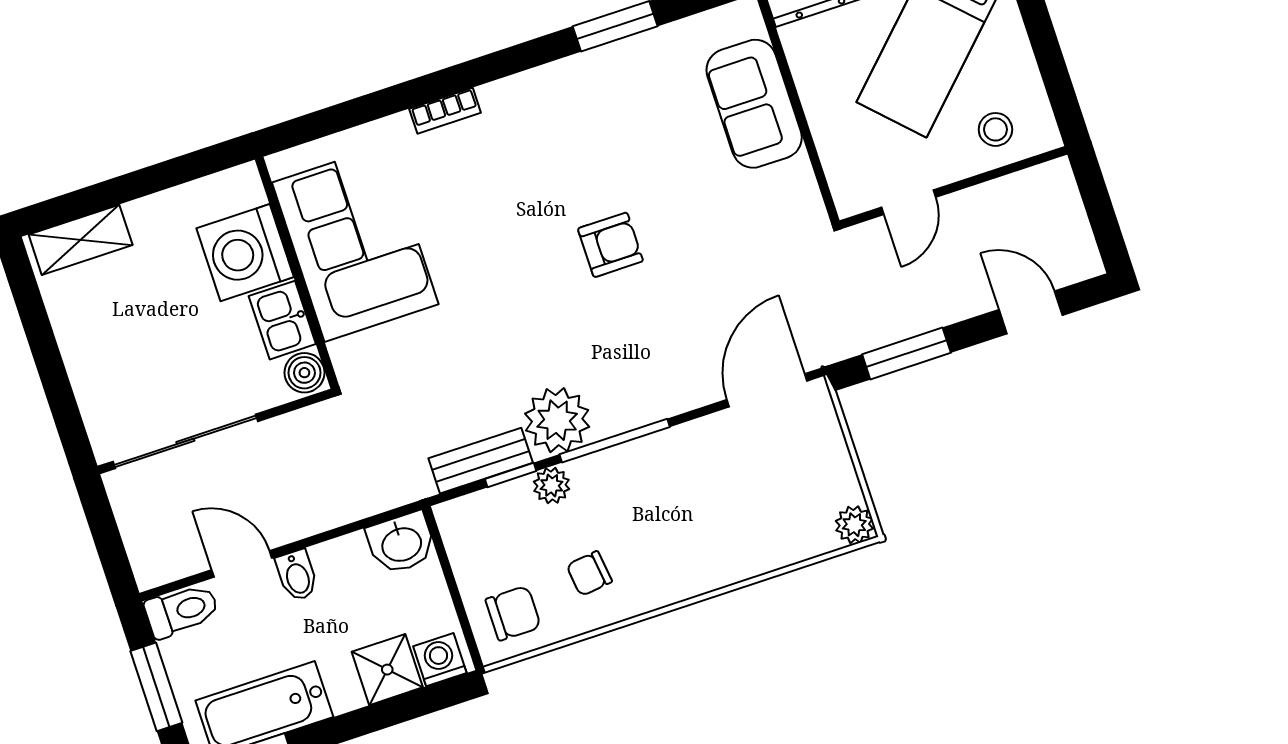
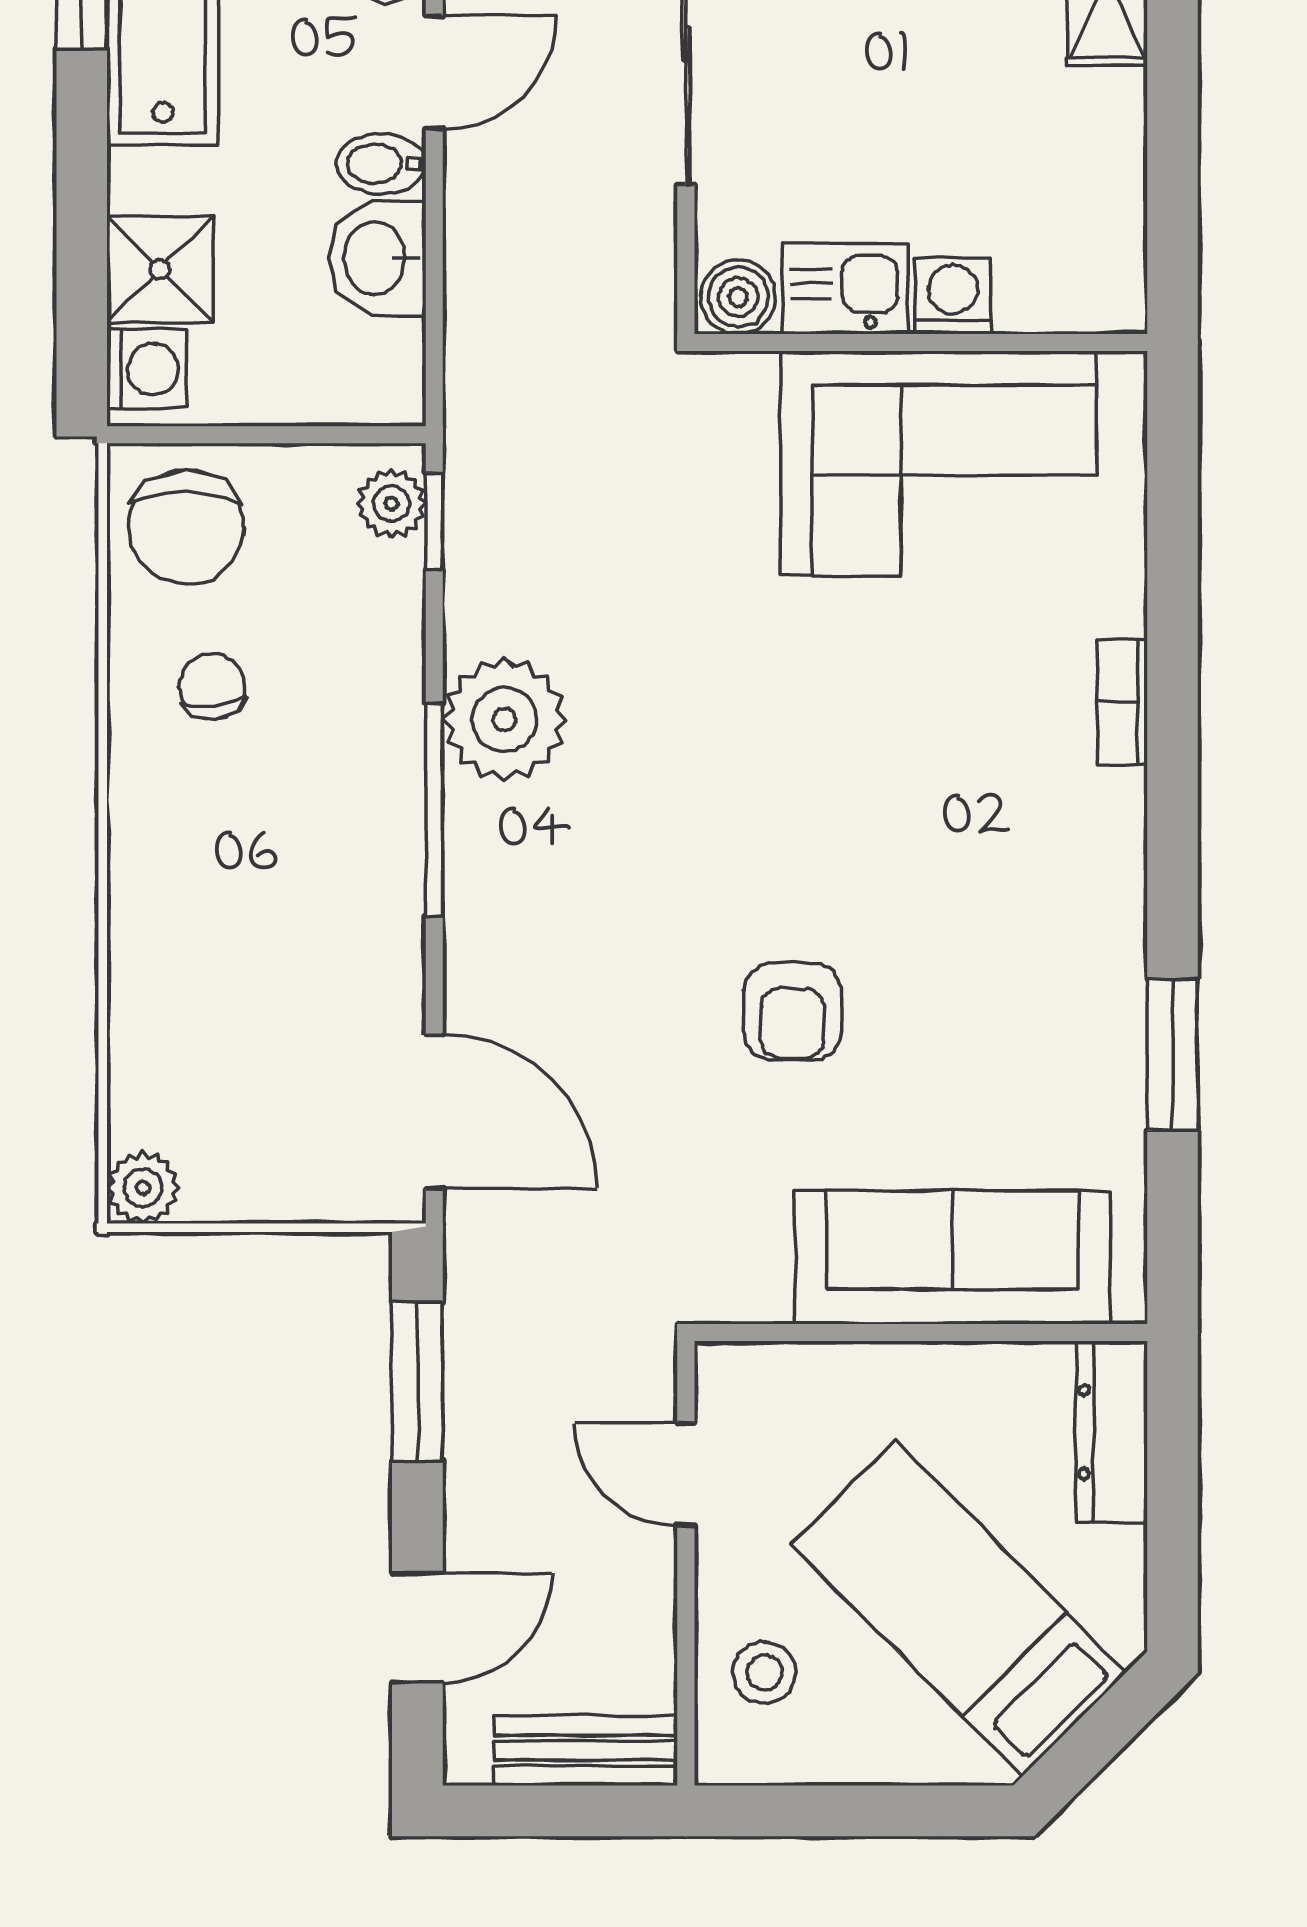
sofa: (754, 104) -> (952, 1257), width x1.36
armchair: (610, 245) -> (793, 1012), moved
washing machine: (245, 253) -> (953, 296), width x0.53, depth x0.53
bench: (481, 461) -> (586, 1751), moved, turned 90
window: (511, 475) -> (434, 521), moved
plant: (552, 485) -> (391, 504), moved
washbasin: (401, 543) -> (377, 258), moved
chair: (513, 613) -> (186, 527), width x1.37, depth x1.37

